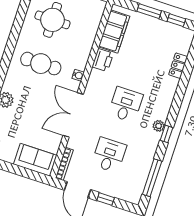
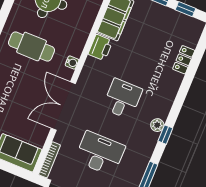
desk: (109, 155) -> (100, 153), width x1.37

